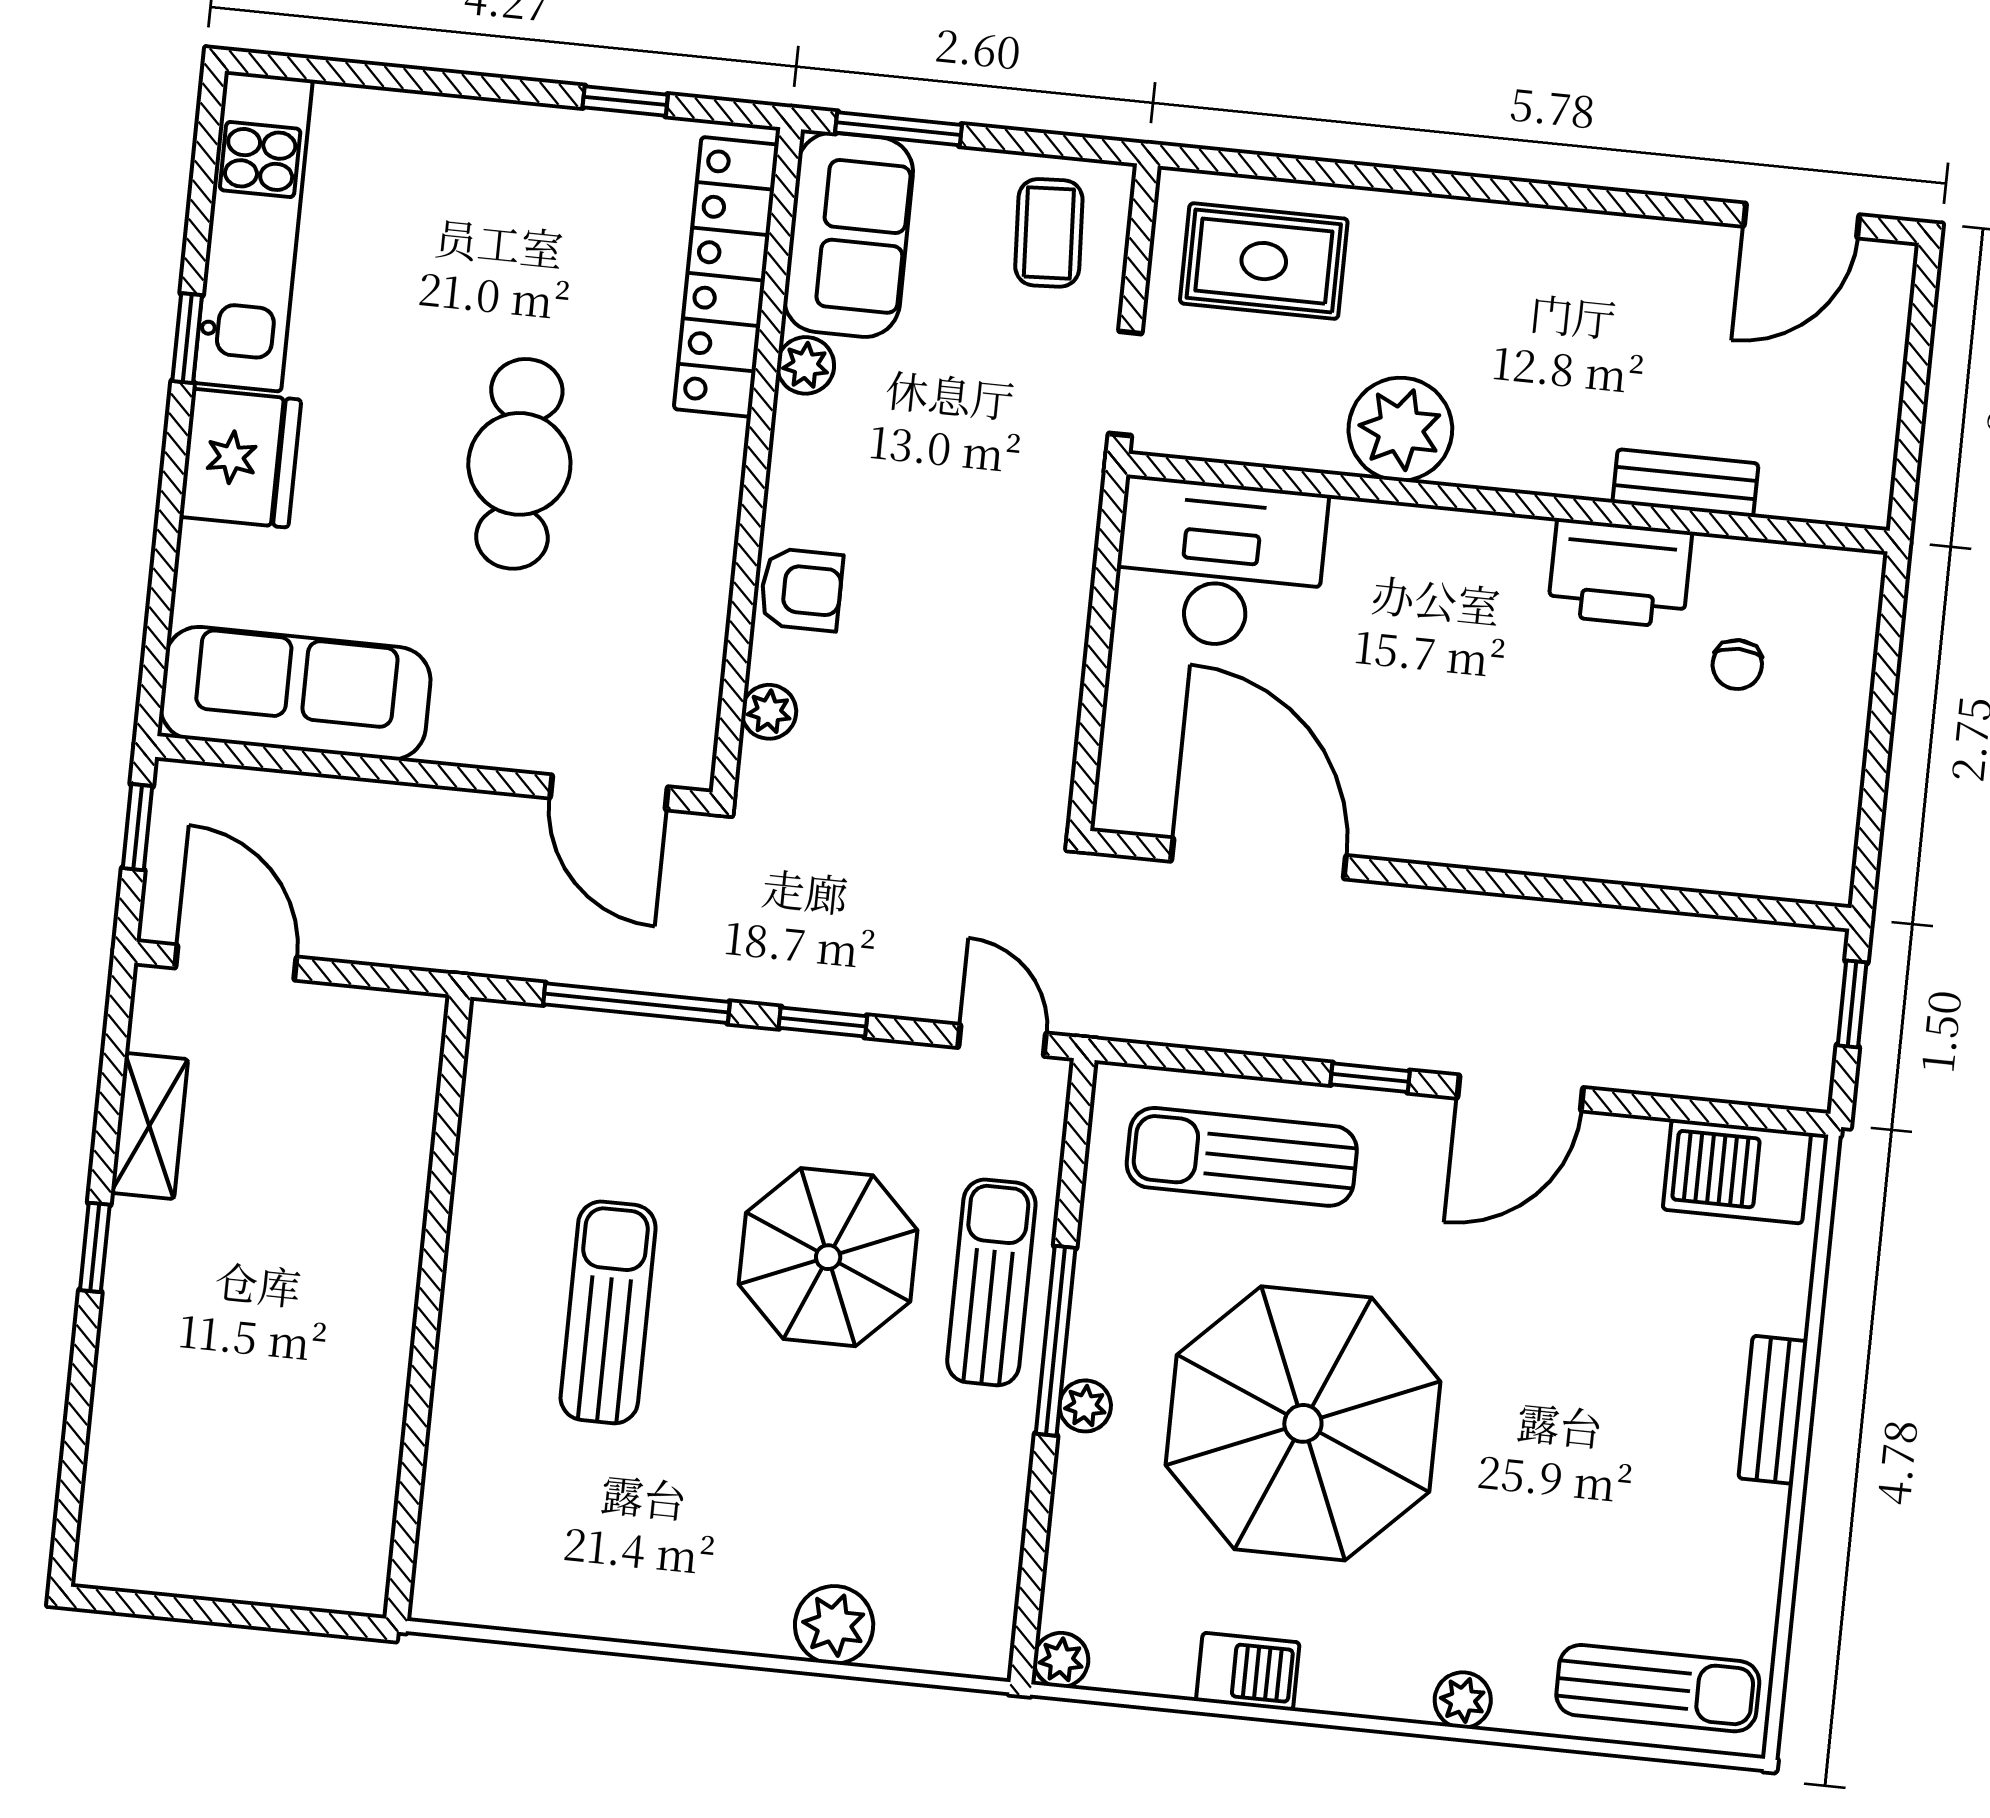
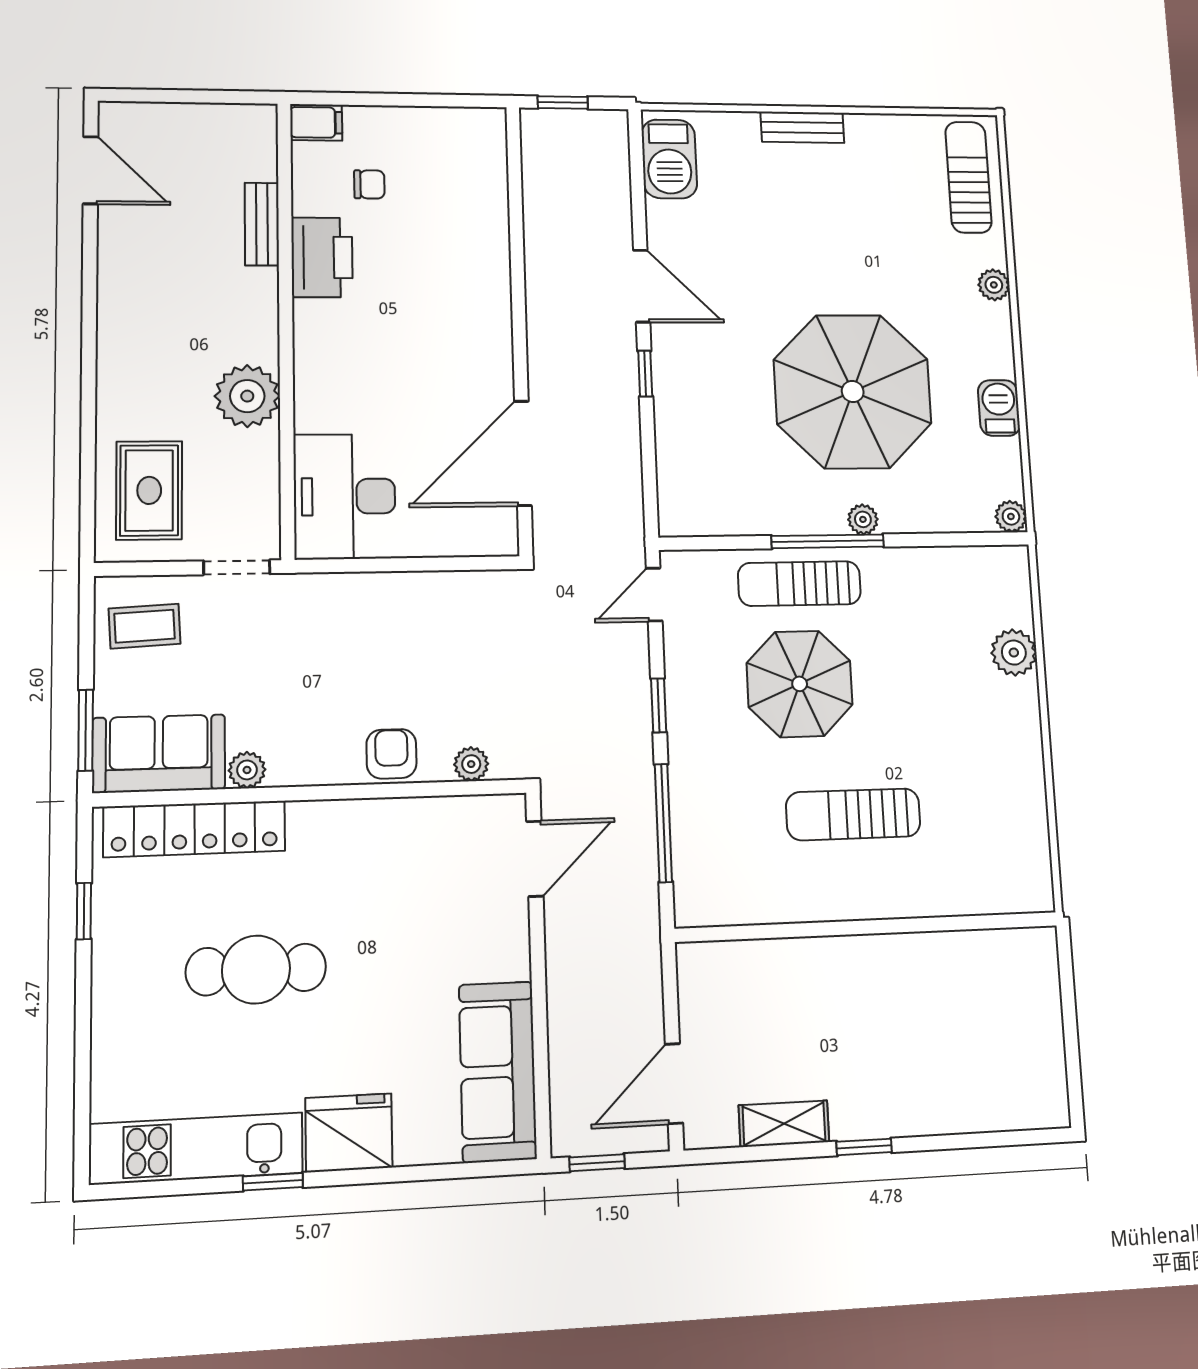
cafe table: (519, 464) -> (256, 970), moved
filing cabinet: (1852, 590) -> (316, 122), added
sun lounger: (1242, 1157) -> (703, 444), removed

